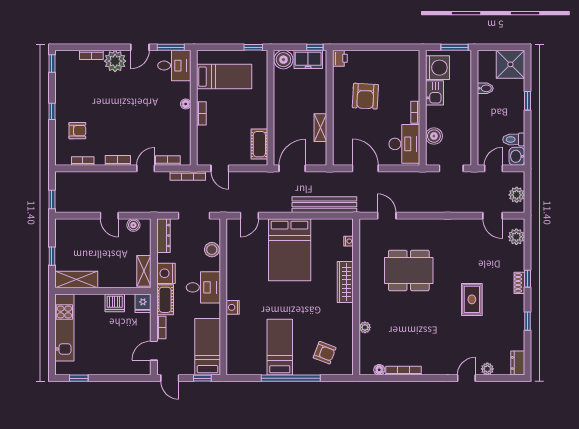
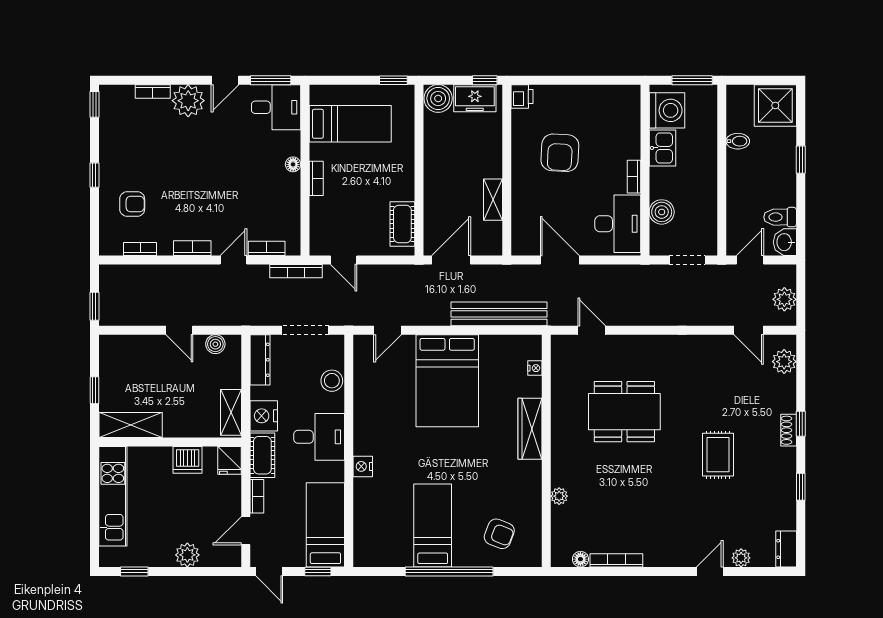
plant: (115, 367) -> (187, 555), added

